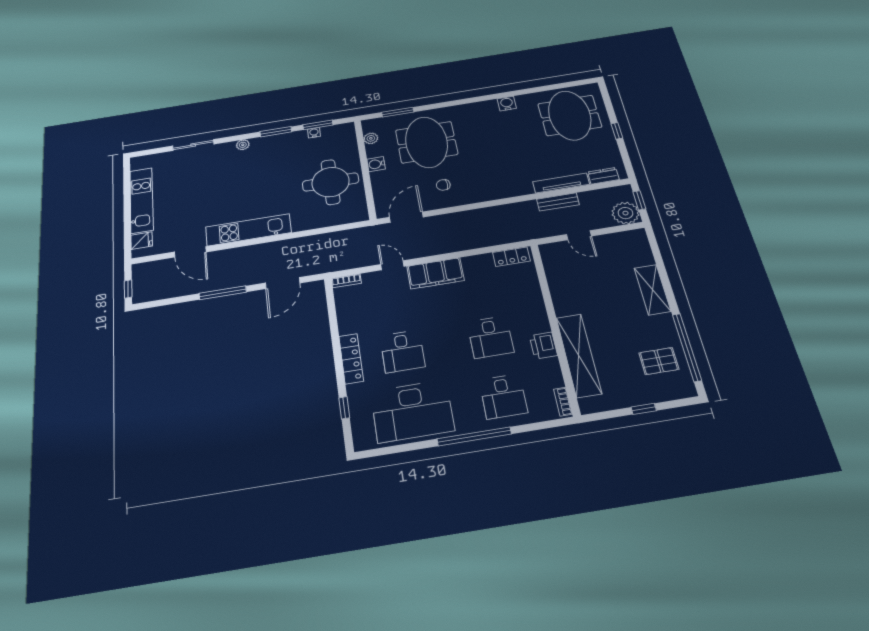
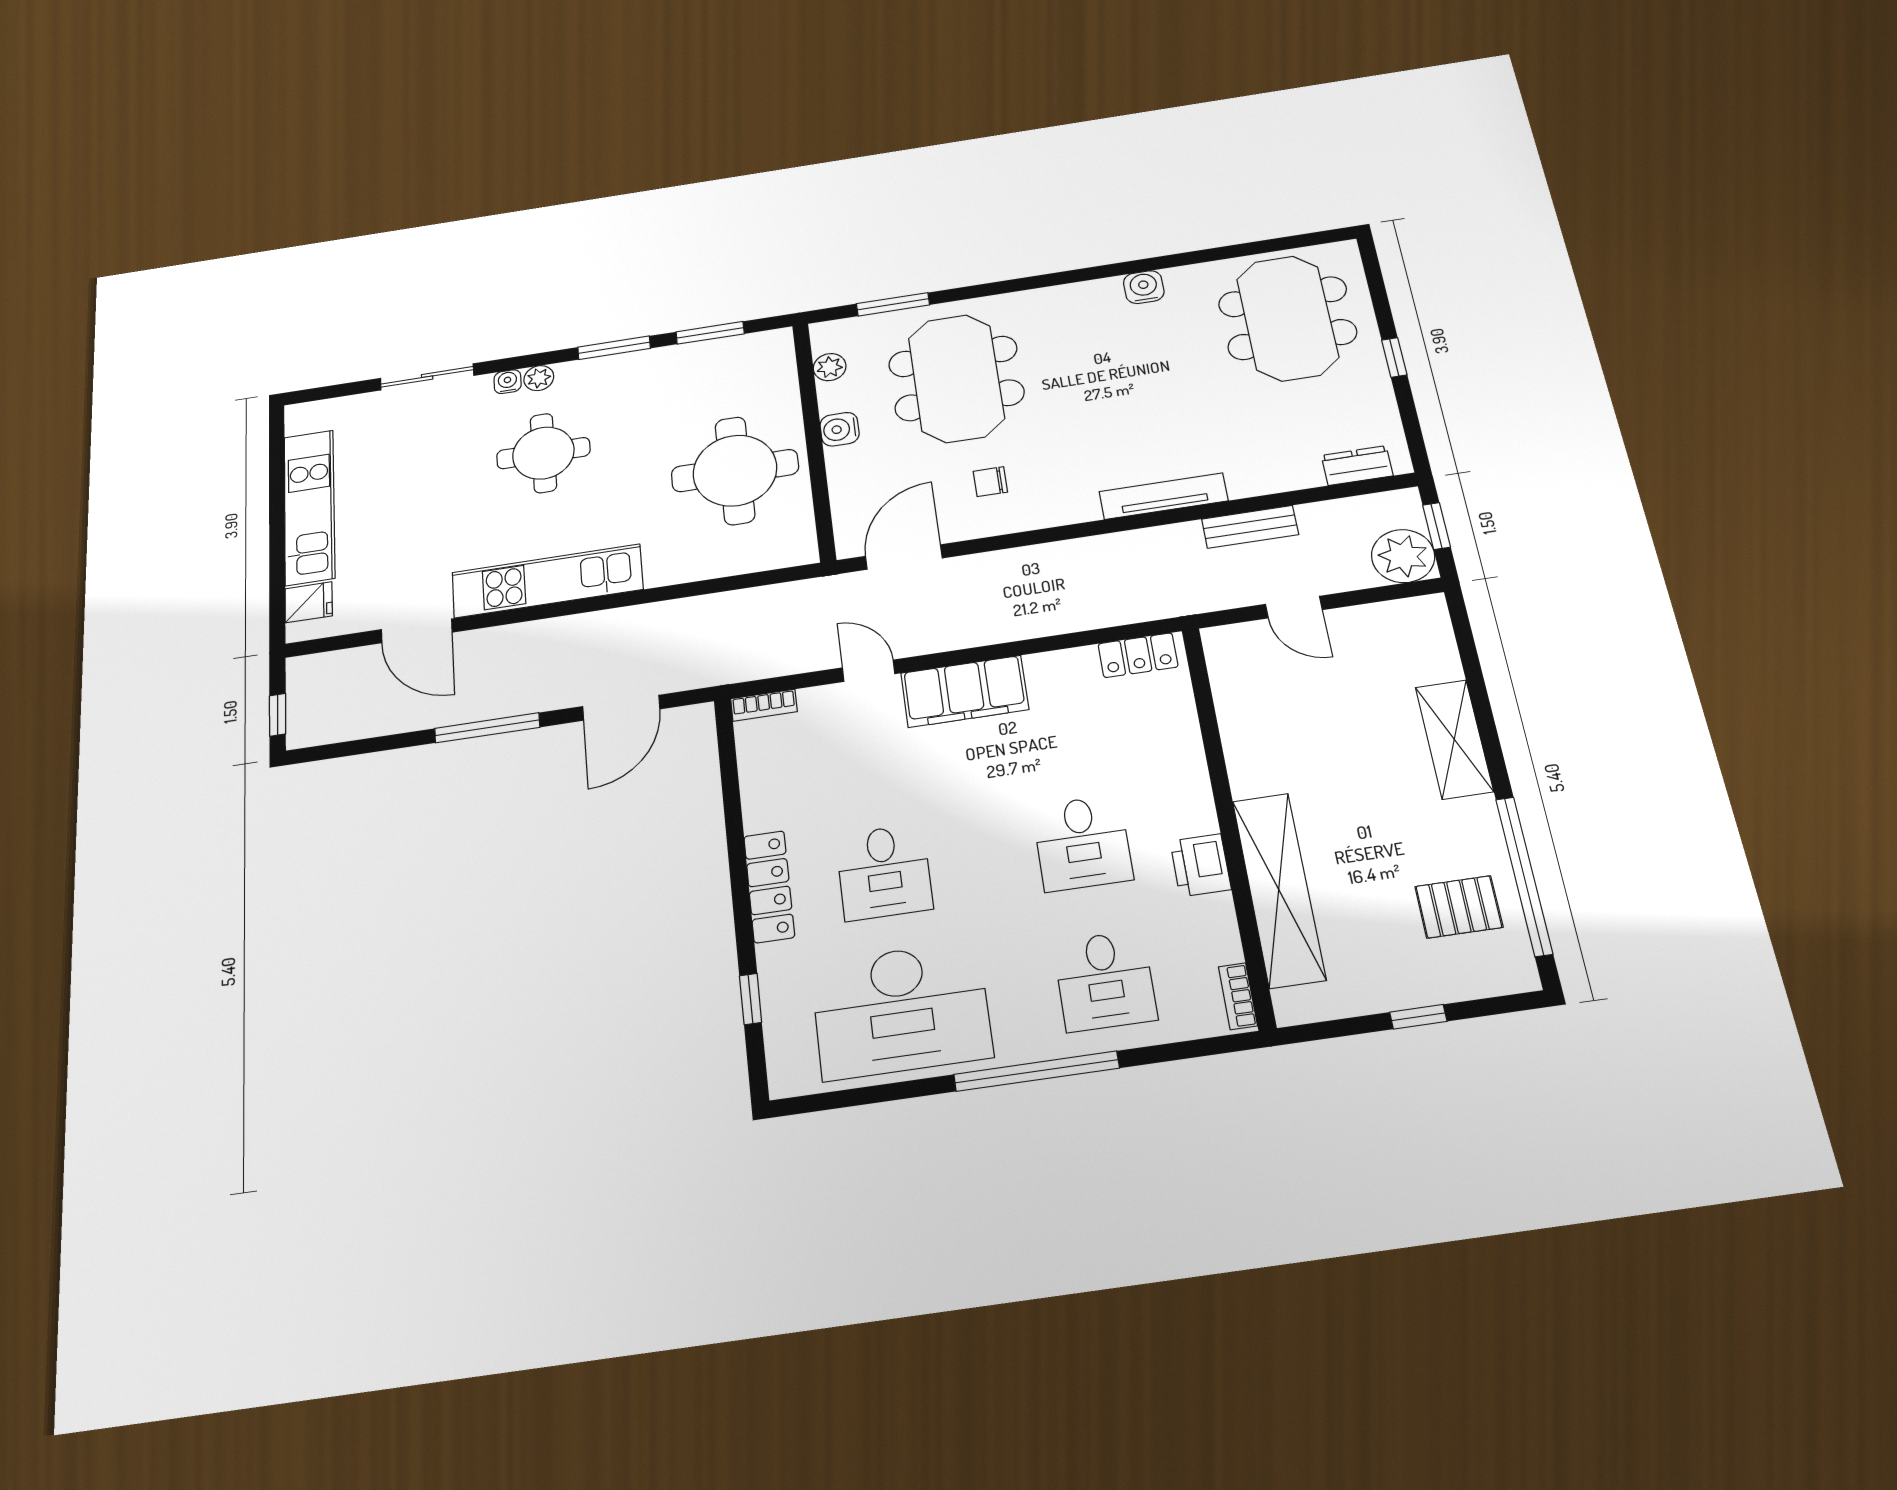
water cooler: (314, 133) -> (508, 382), moved
round table: (245, 176) -> (543, 453), added
tv unit: (561, 183) -> (1164, 496), moved

